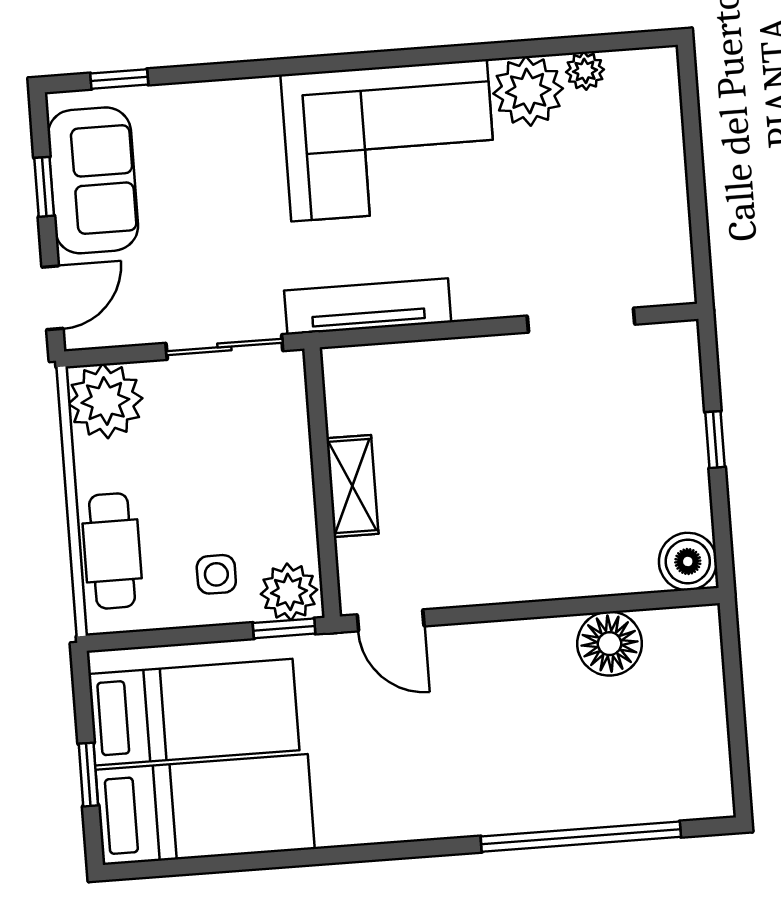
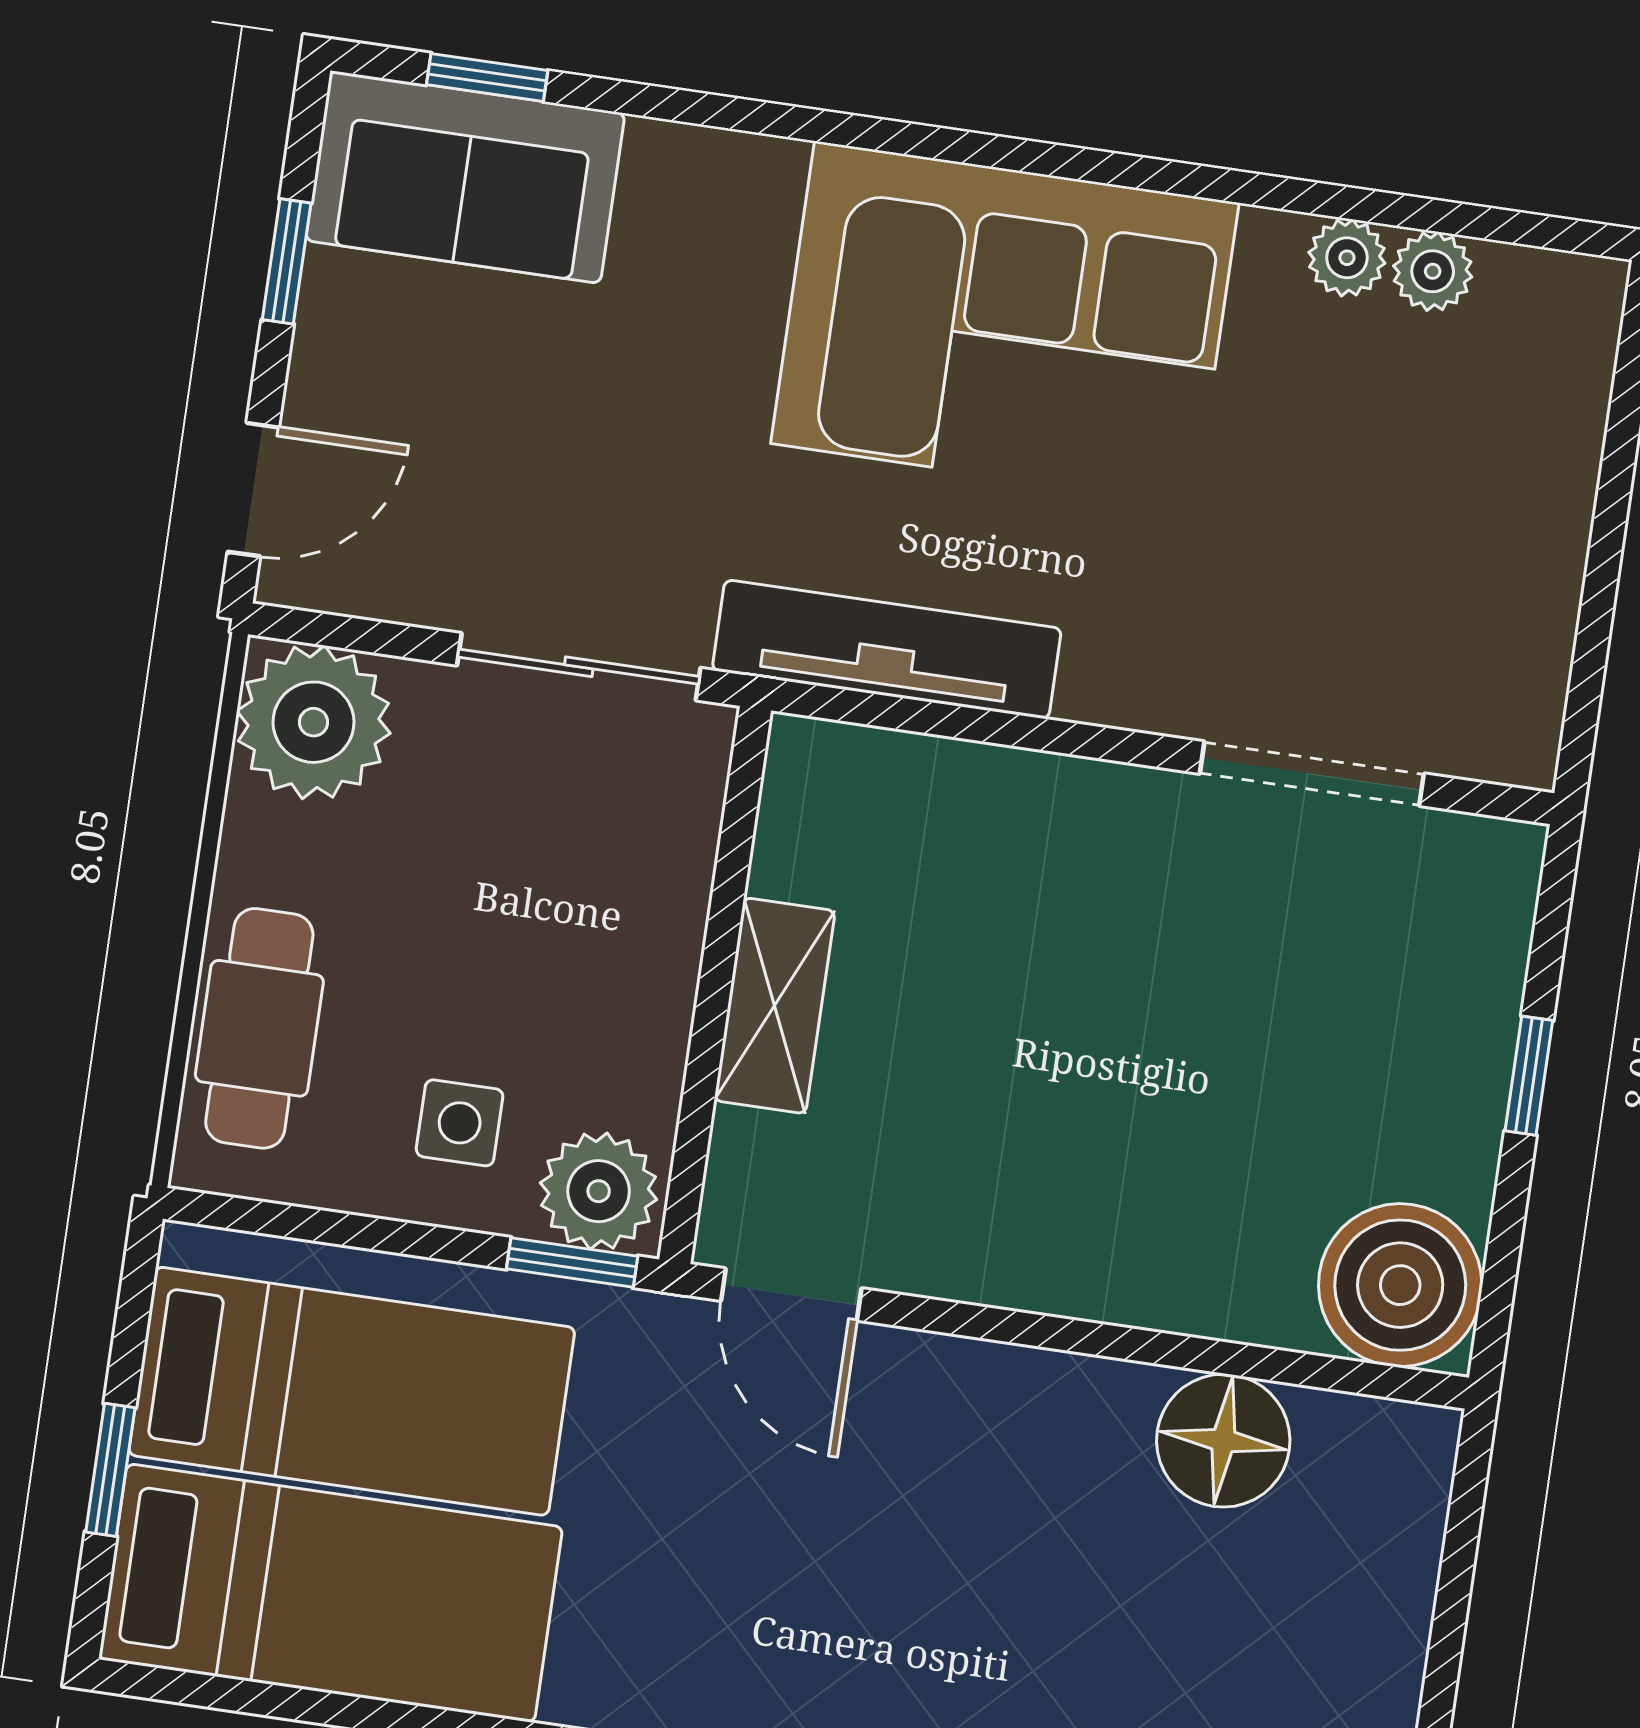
plant: (528, 91) -> (1347, 258), width x0.53, depth x0.53
sofa: (93, 180) -> (465, 177), moved, turned 90
boiler: (688, 561) -> (1400, 1285), width x1.37, depth x1.37

